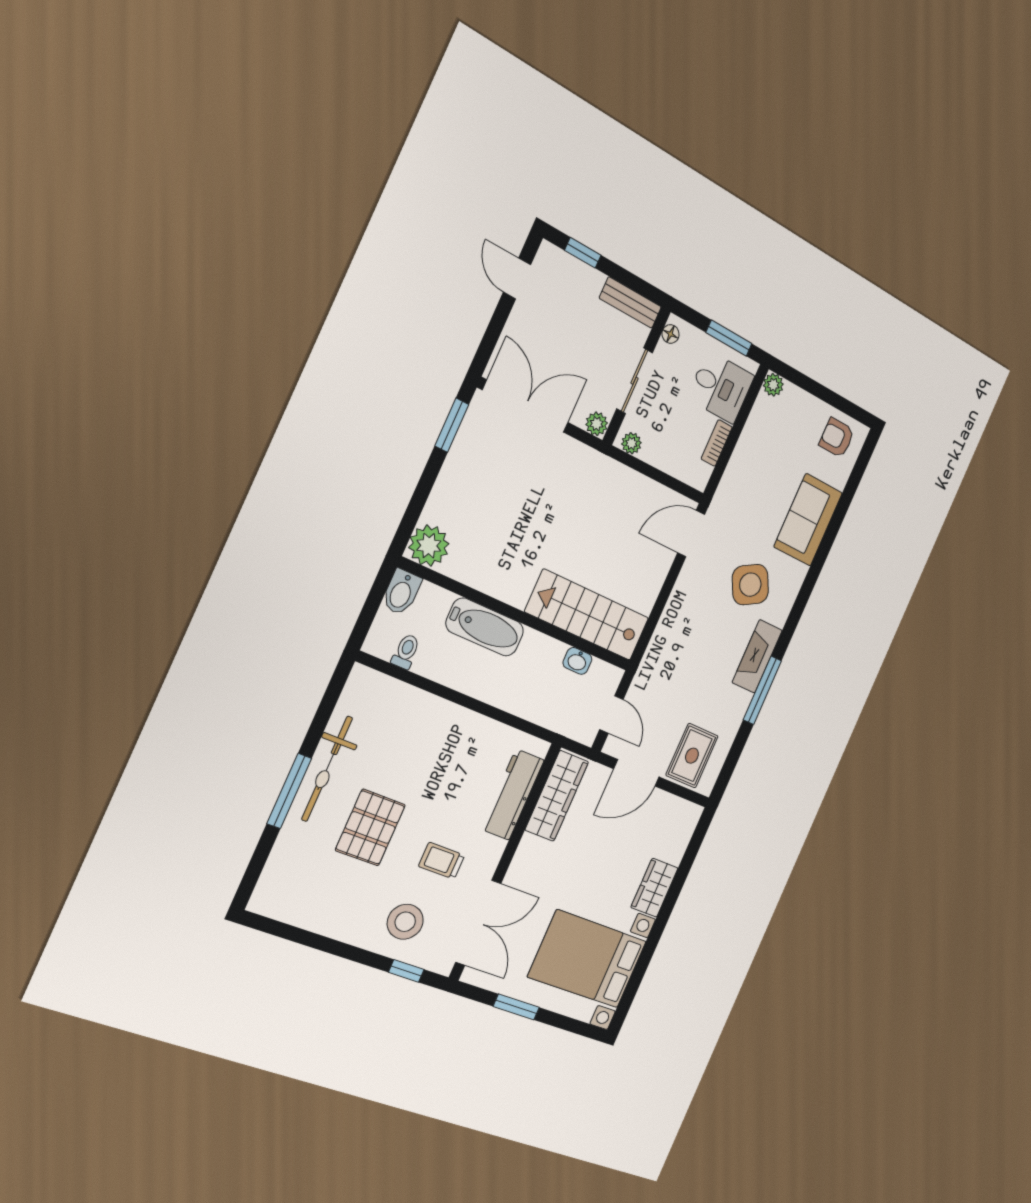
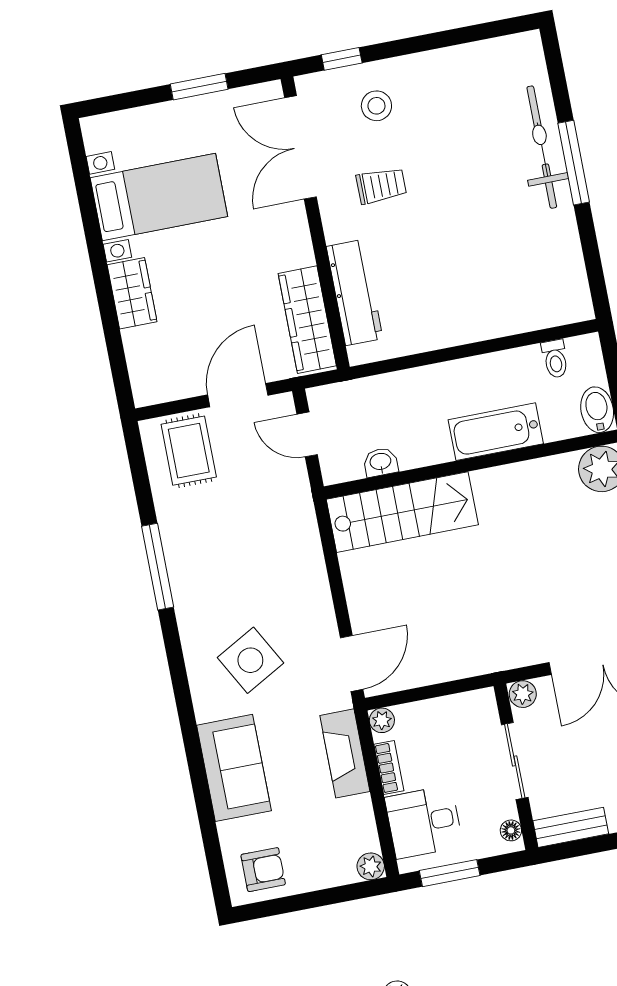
plant: (631, 443) -> (382, 720), moved
fireplace: (757, 656) -> (345, 753), moved, turned 180
bicycle: (327, 769) -> (542, 147), moved
pallet: (370, 828) -> (474, 175), removed
stool: (405, 922) -> (376, 106), width x0.73, depth x0.73
bed with nightstands: (587, 959) -> (159, 197), width x0.73

